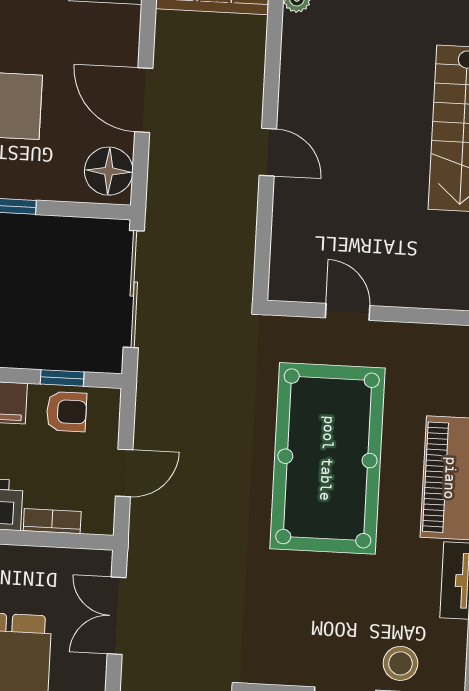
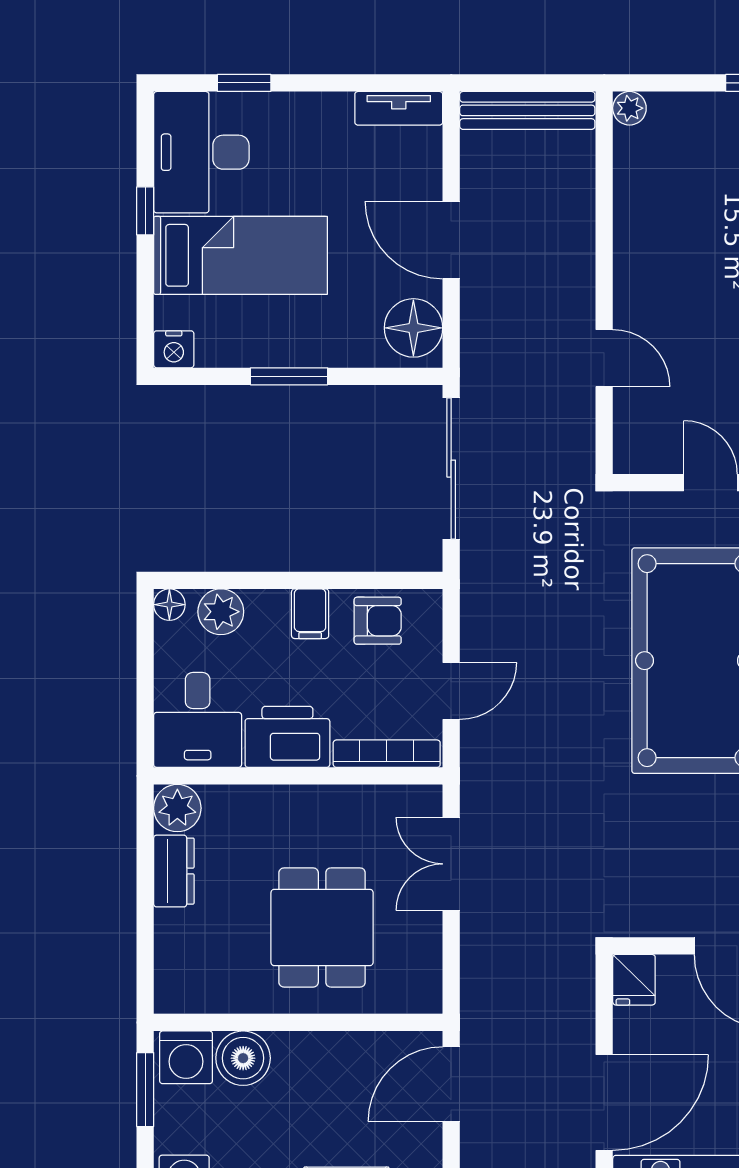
door: (268, 152) -> (604, 358), moved
window: (62, 378) -> (370, 580), removed
bookcase: (52, 521) -> (387, 754), width x1.56

